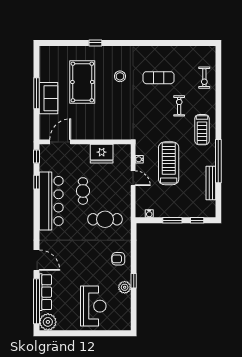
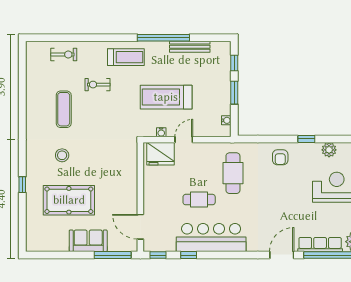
window: (36, 93) -> (113, 255), moved
fridge: (102, 154) -> (161, 154), moved, turned 90
plant: (125, 287) -> (329, 150), moved

